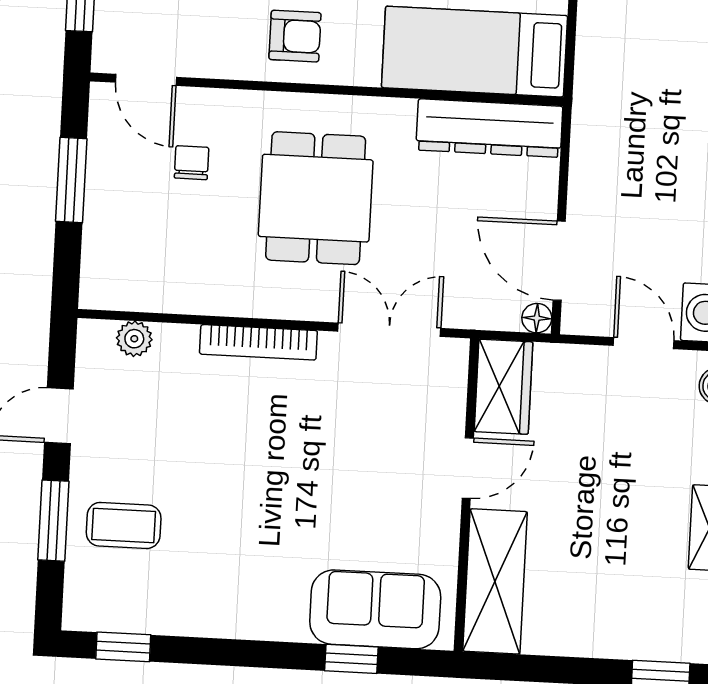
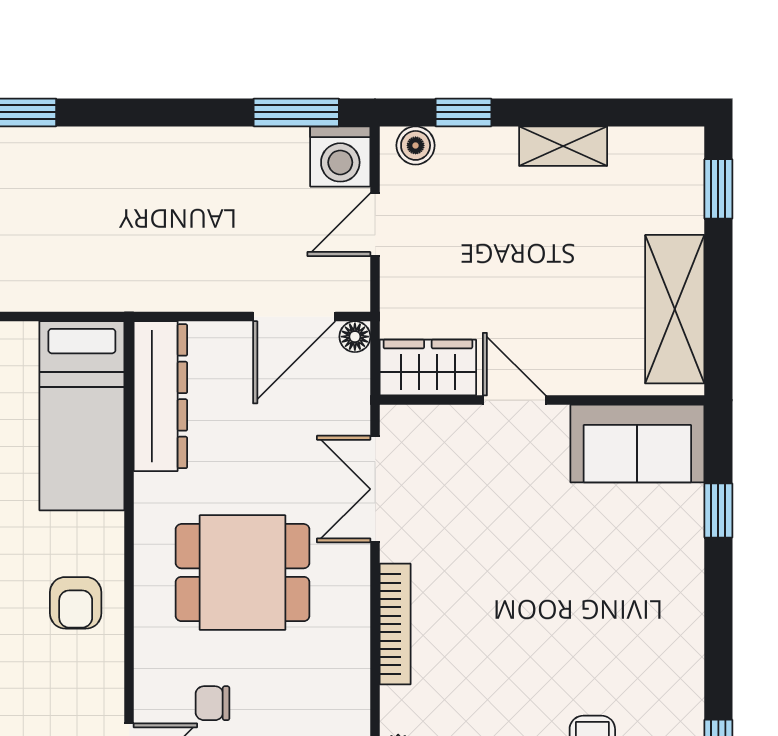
armchair: (295, 36) -> (76, 603), turned 180
shelving: (495, 581) -> (675, 309), moved, turned 90
sofa: (375, 609) -> (637, 444), moved, turned -90

